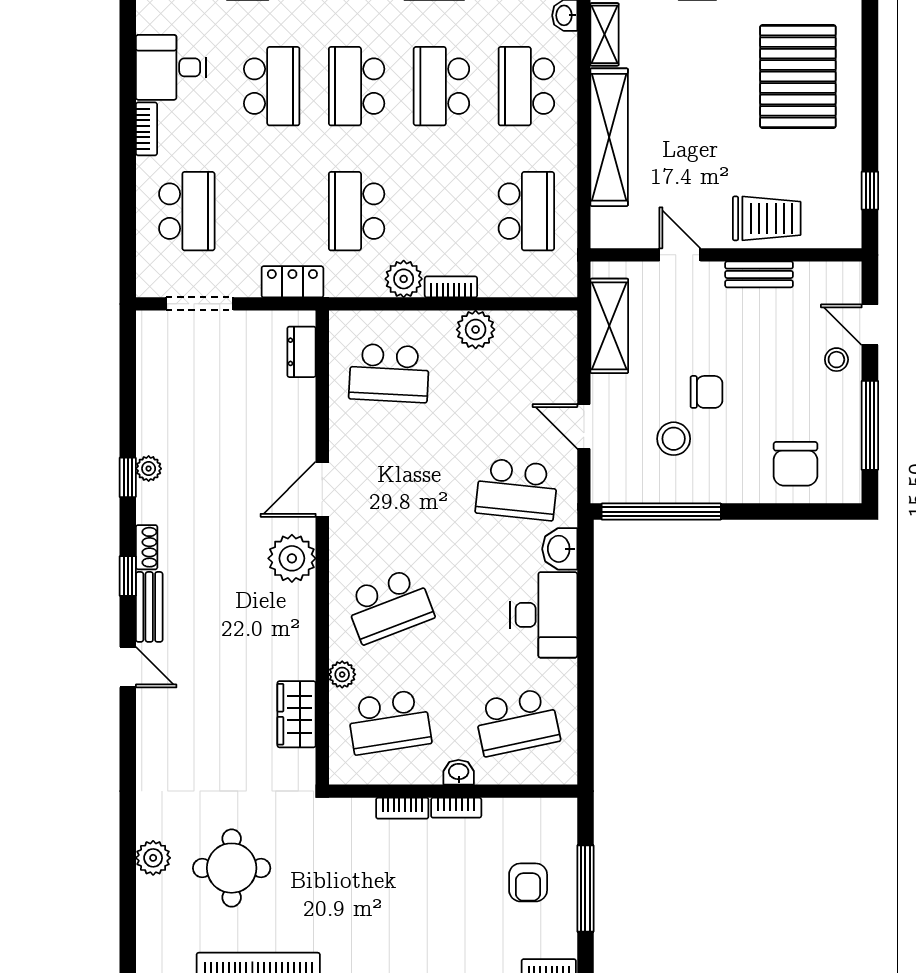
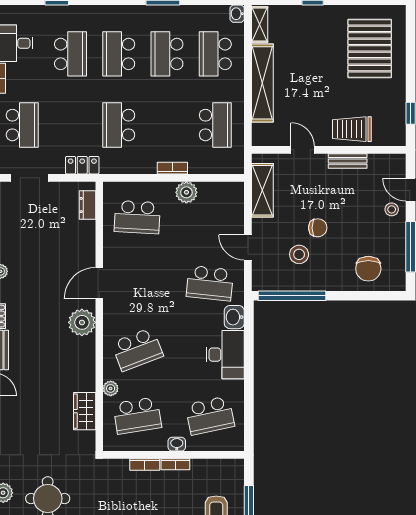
trolley: (767, 218) -> (352, 129), turned 180
plant: (404, 279) -> (146, 164), removed

